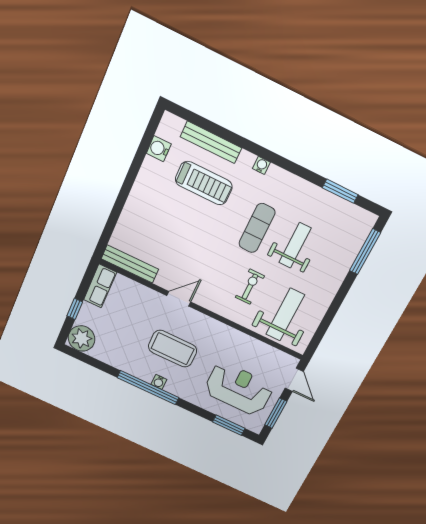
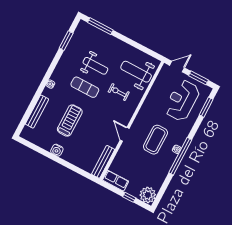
water cooler: (159, 149) -> (57, 150), moved
treadmill: (204, 183) -> (70, 121), moved
weight bench: (295, 245) -> (95, 66), turned 180

